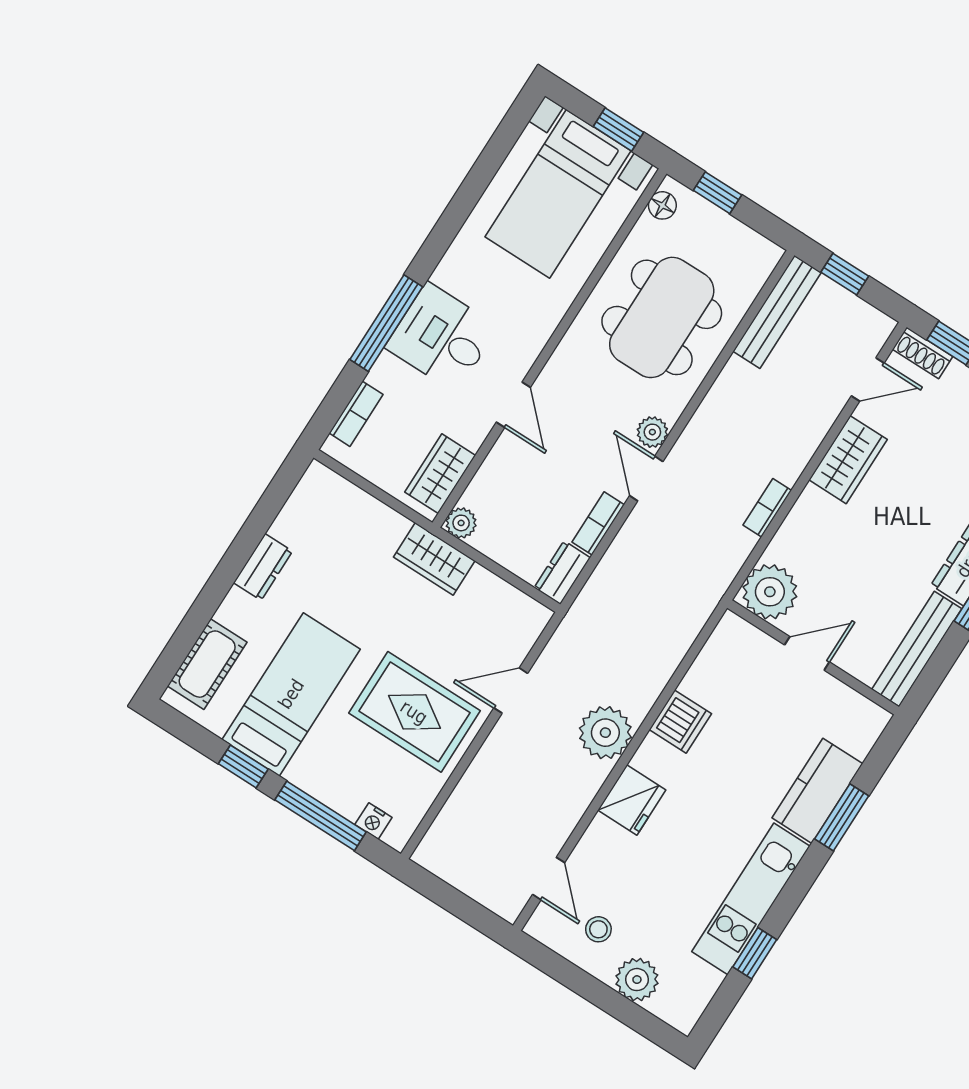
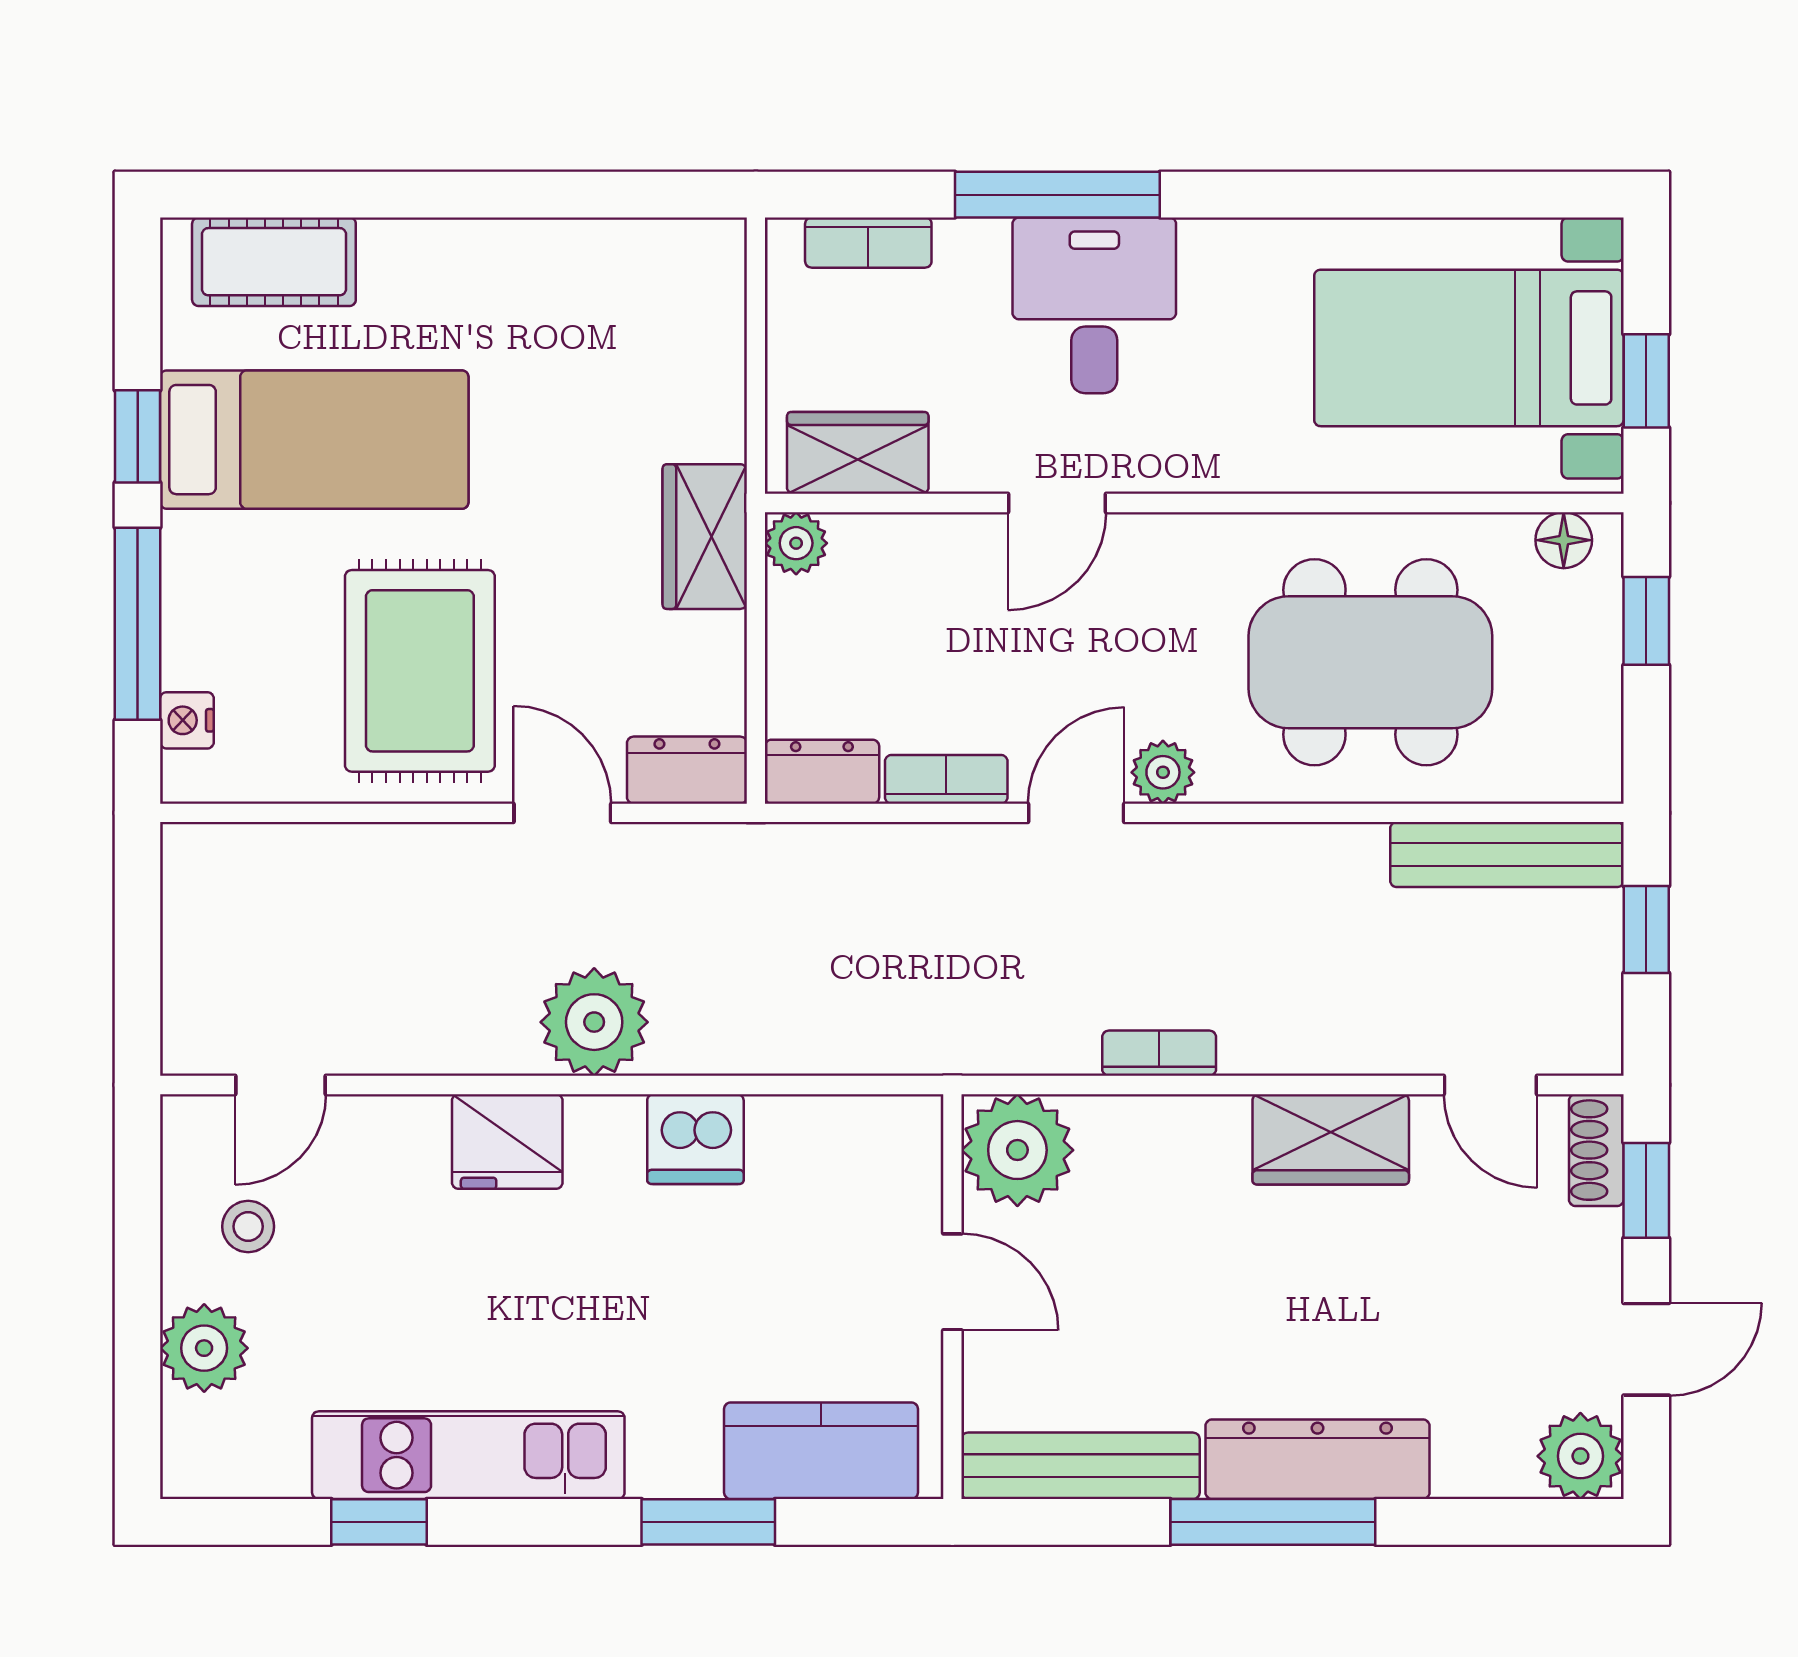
dresser: (263, 567) -> (687, 770), moved, turned 180
kitchen counter: (817, 791) -> (821, 1451), moved

